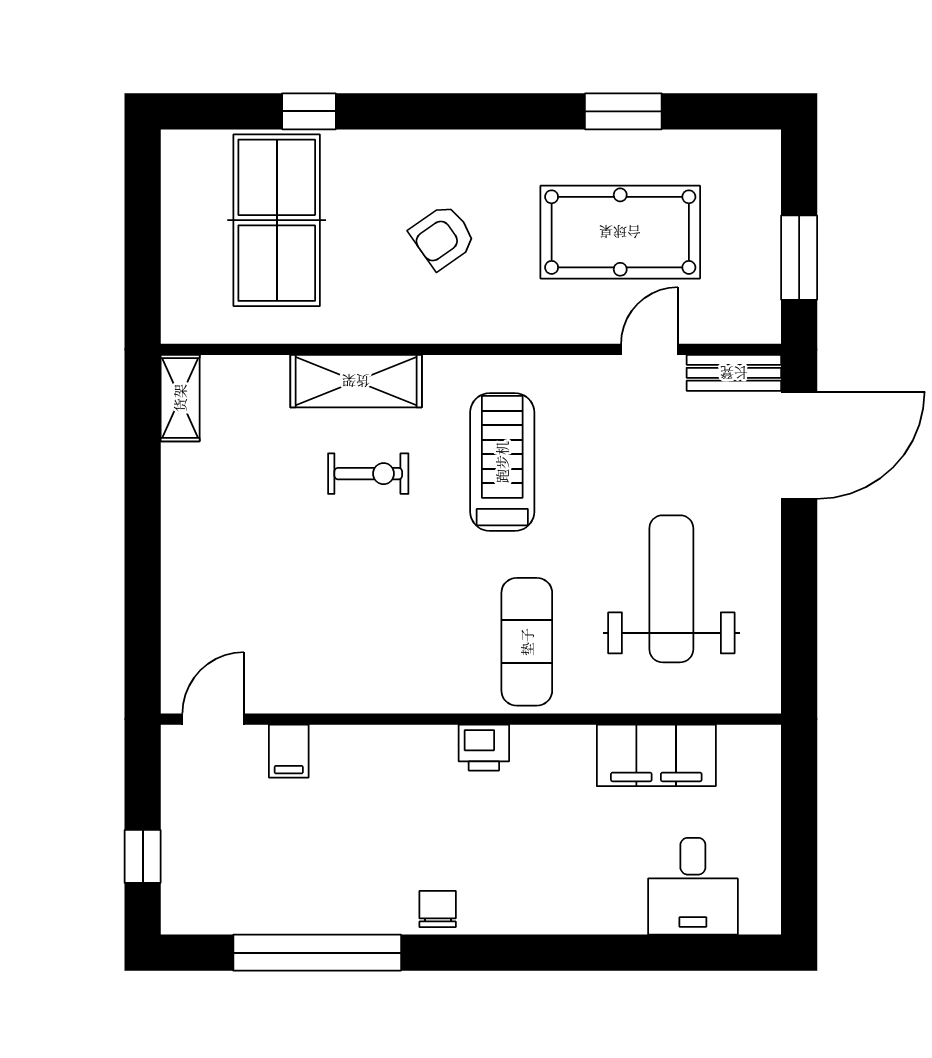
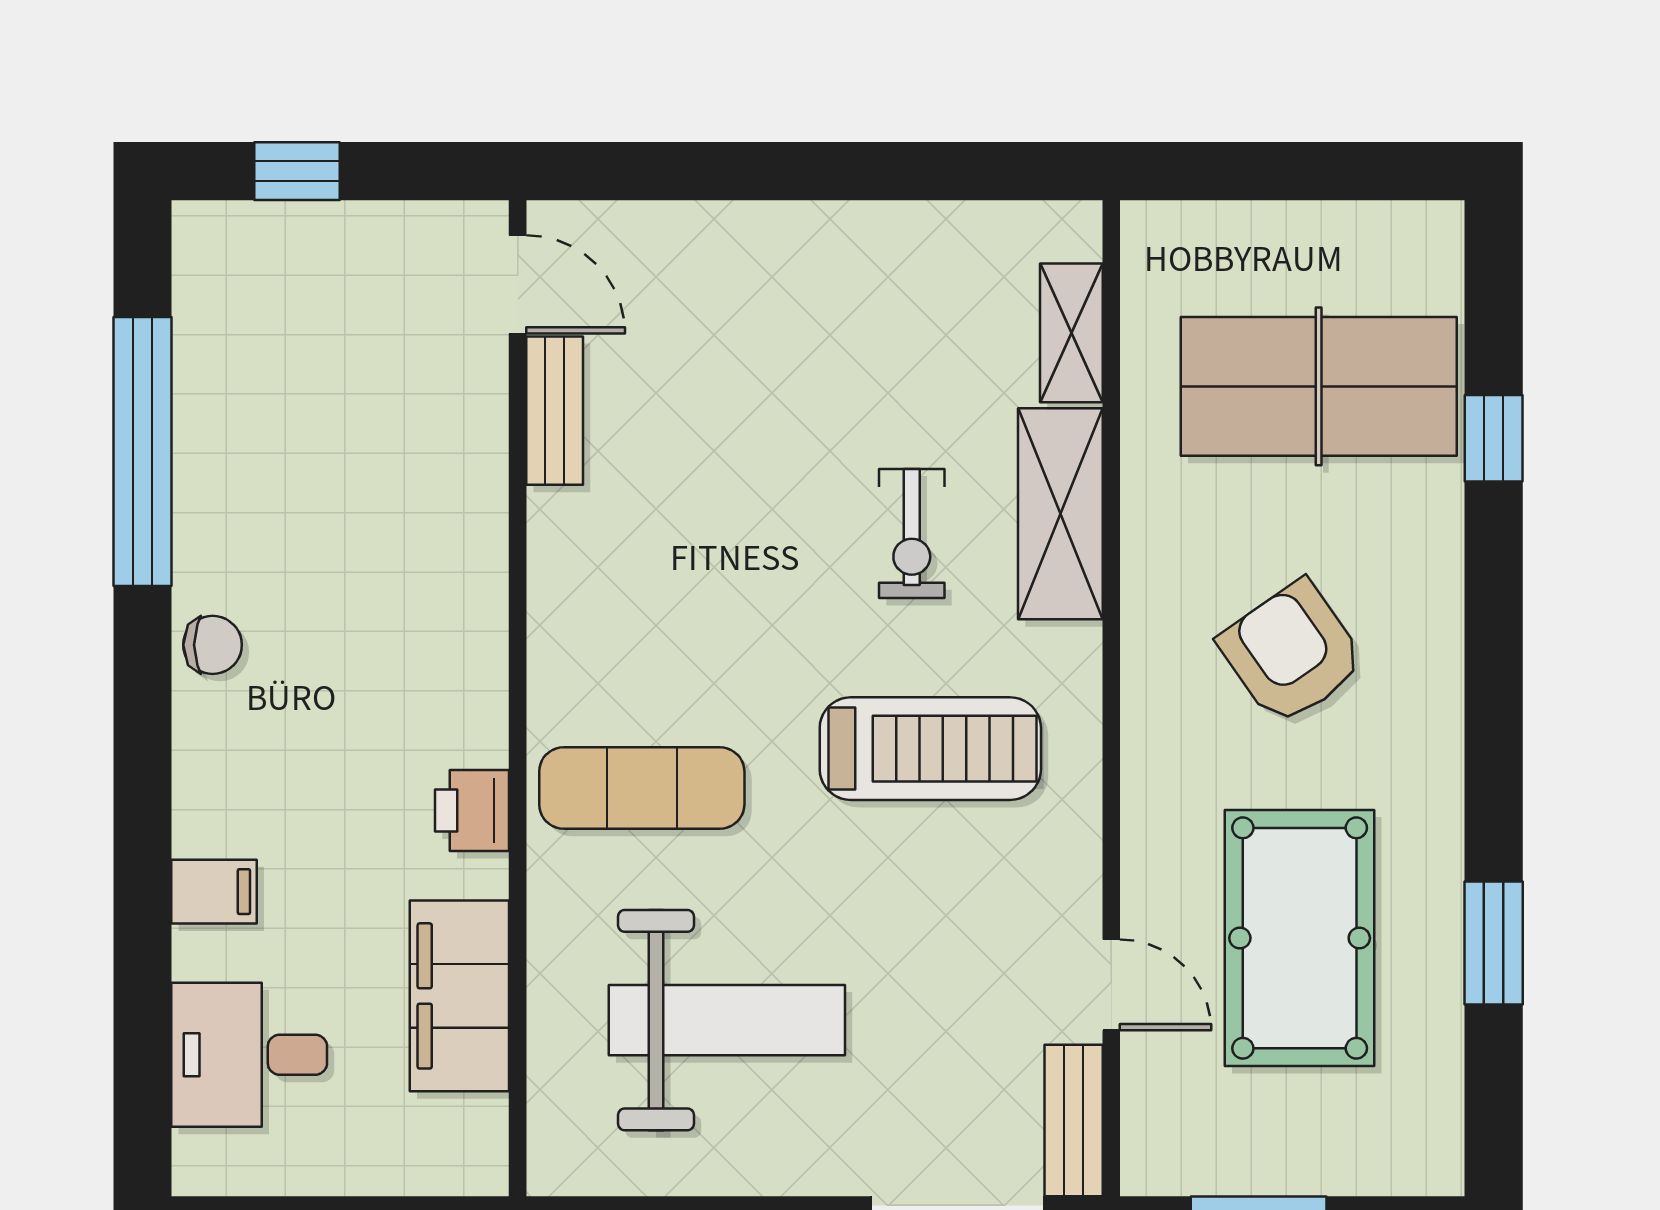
armchair: (443, 237) -> (1292, 653), width x1.38, depth x1.38
shelving: (180, 398) -> (1071, 333), moved, turned 90
bench: (292, 696) -> (555, 411), added
printer: (484, 748) -> (472, 810), moved
filing cabinet: (289, 751) -> (214, 892), moved, turned 180

